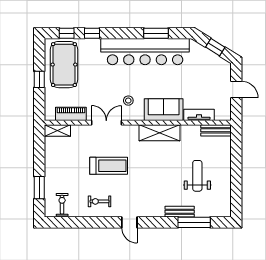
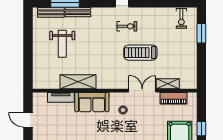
double door: (106, 123) -> (142, 91), swing flipped
shelving: (57, 130) -> (168, 84), moved
bench: (216, 130) -> (51, 12), moved
shelving: (160, 133) -> (78, 82), moved
exercise bike: (100, 201) -> (127, 26), moved

